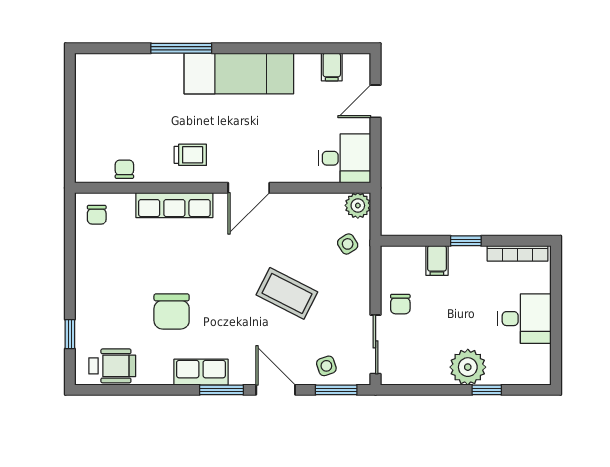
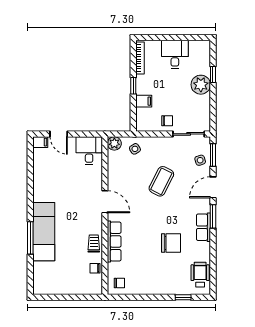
filing cabinet: (332, 67) -> (40, 142), moved
exam couch: (239, 73) -> (44, 232), moved
trolley: (190, 155) -> (94, 244), moved

